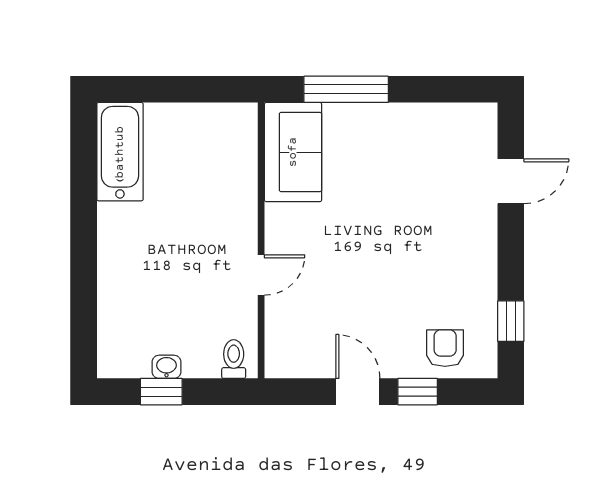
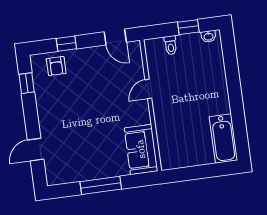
window: (346, 89) -> (101, 185), moved
toilet: (234, 359) -> (171, 45), moved
washbasin: (166, 367) -> (208, 36), moved
door: (358, 392) -> (115, 37), moved

